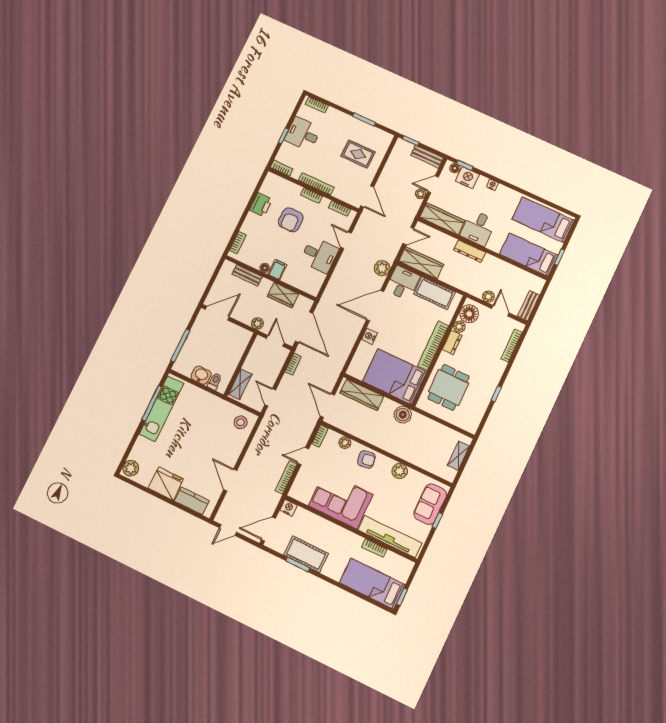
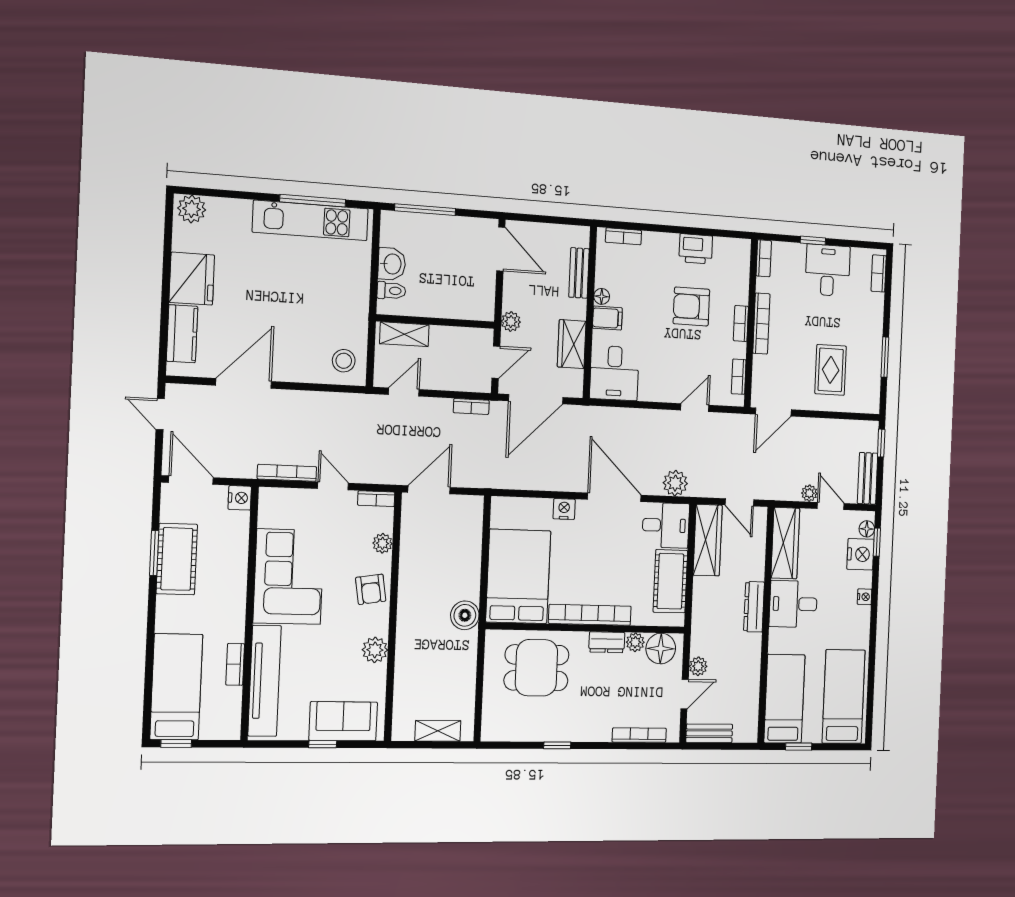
desk: (319, 255) -> (614, 373), moved
wardrobe: (362, 395) -> (469, 537), removed
door: (230, 480) -> (244, 383), width x1.36

